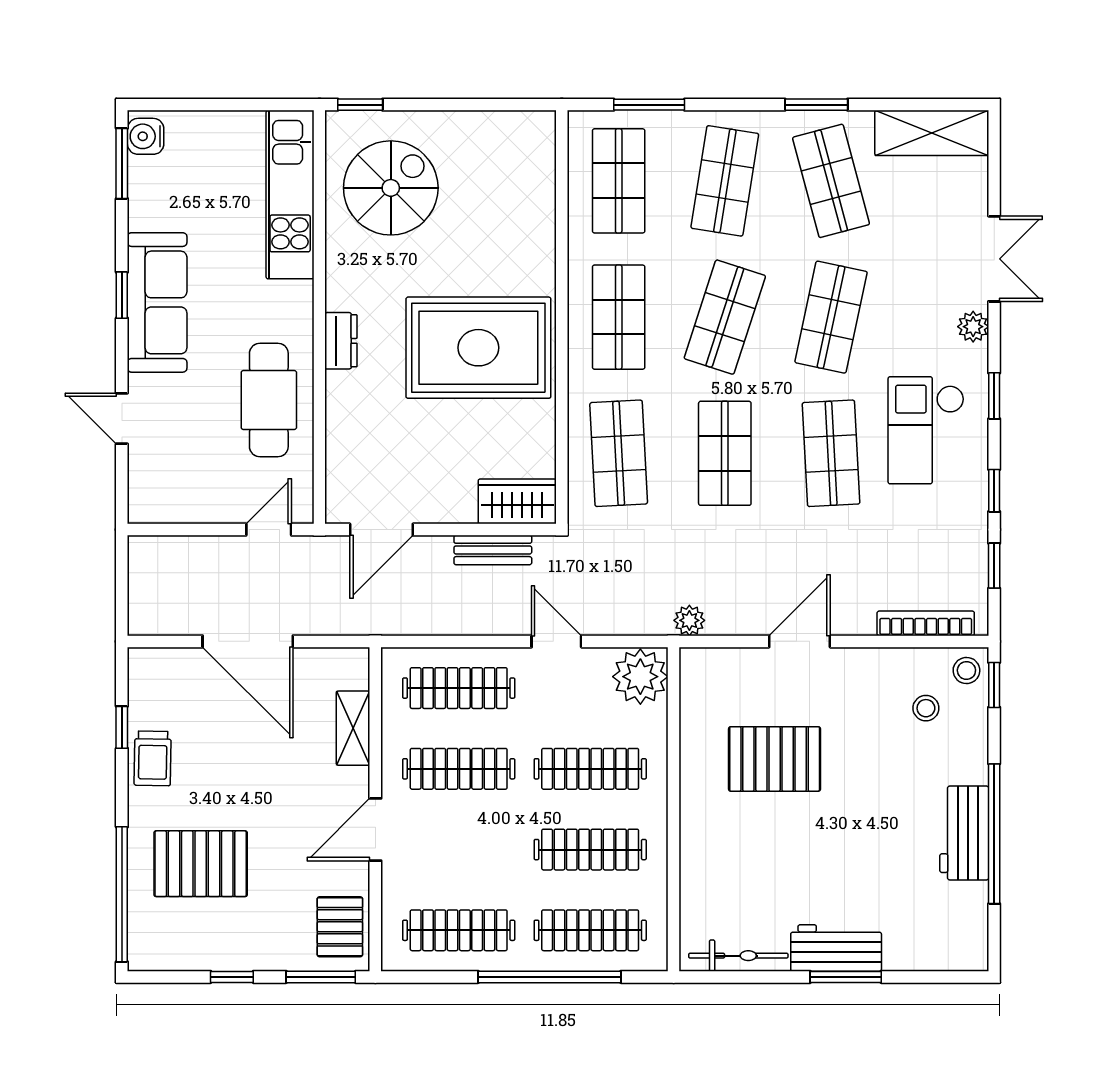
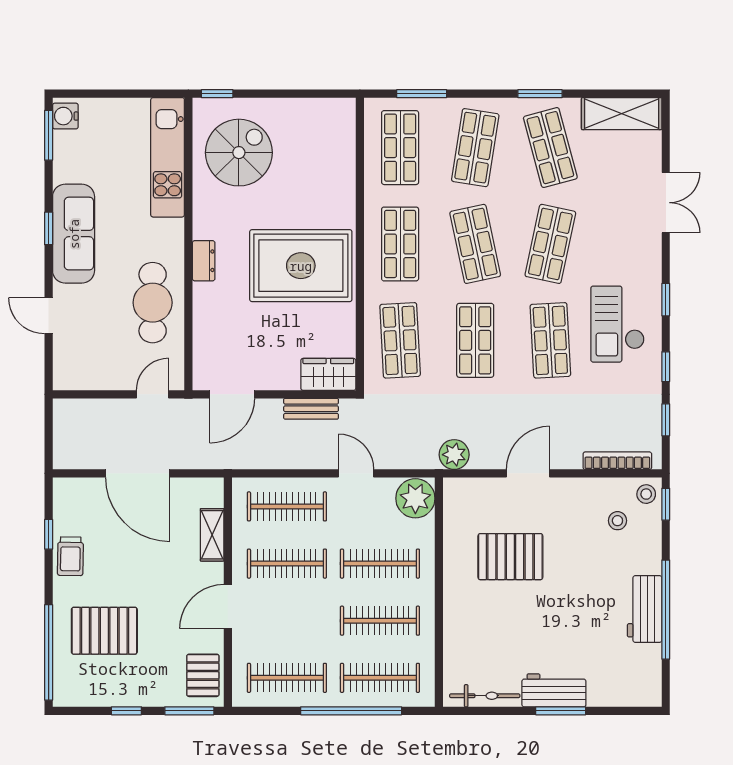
shop shelf: (725, 317) -> (475, 244), turned -30
plant: (973, 327) -> (651, 251), removed
plant: (689, 620) -> (454, 455), width x1.38, depth x1.38

